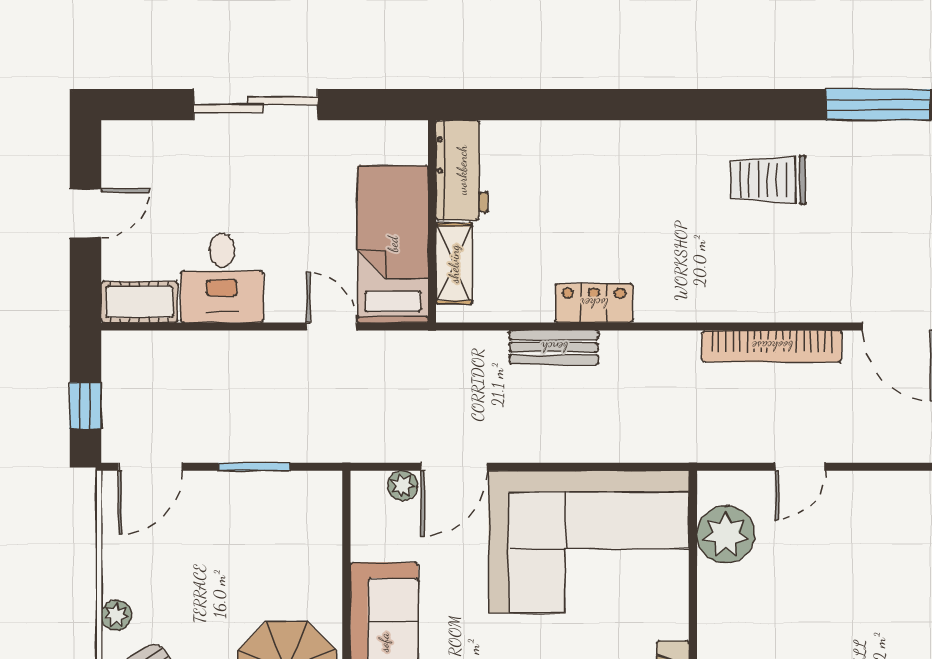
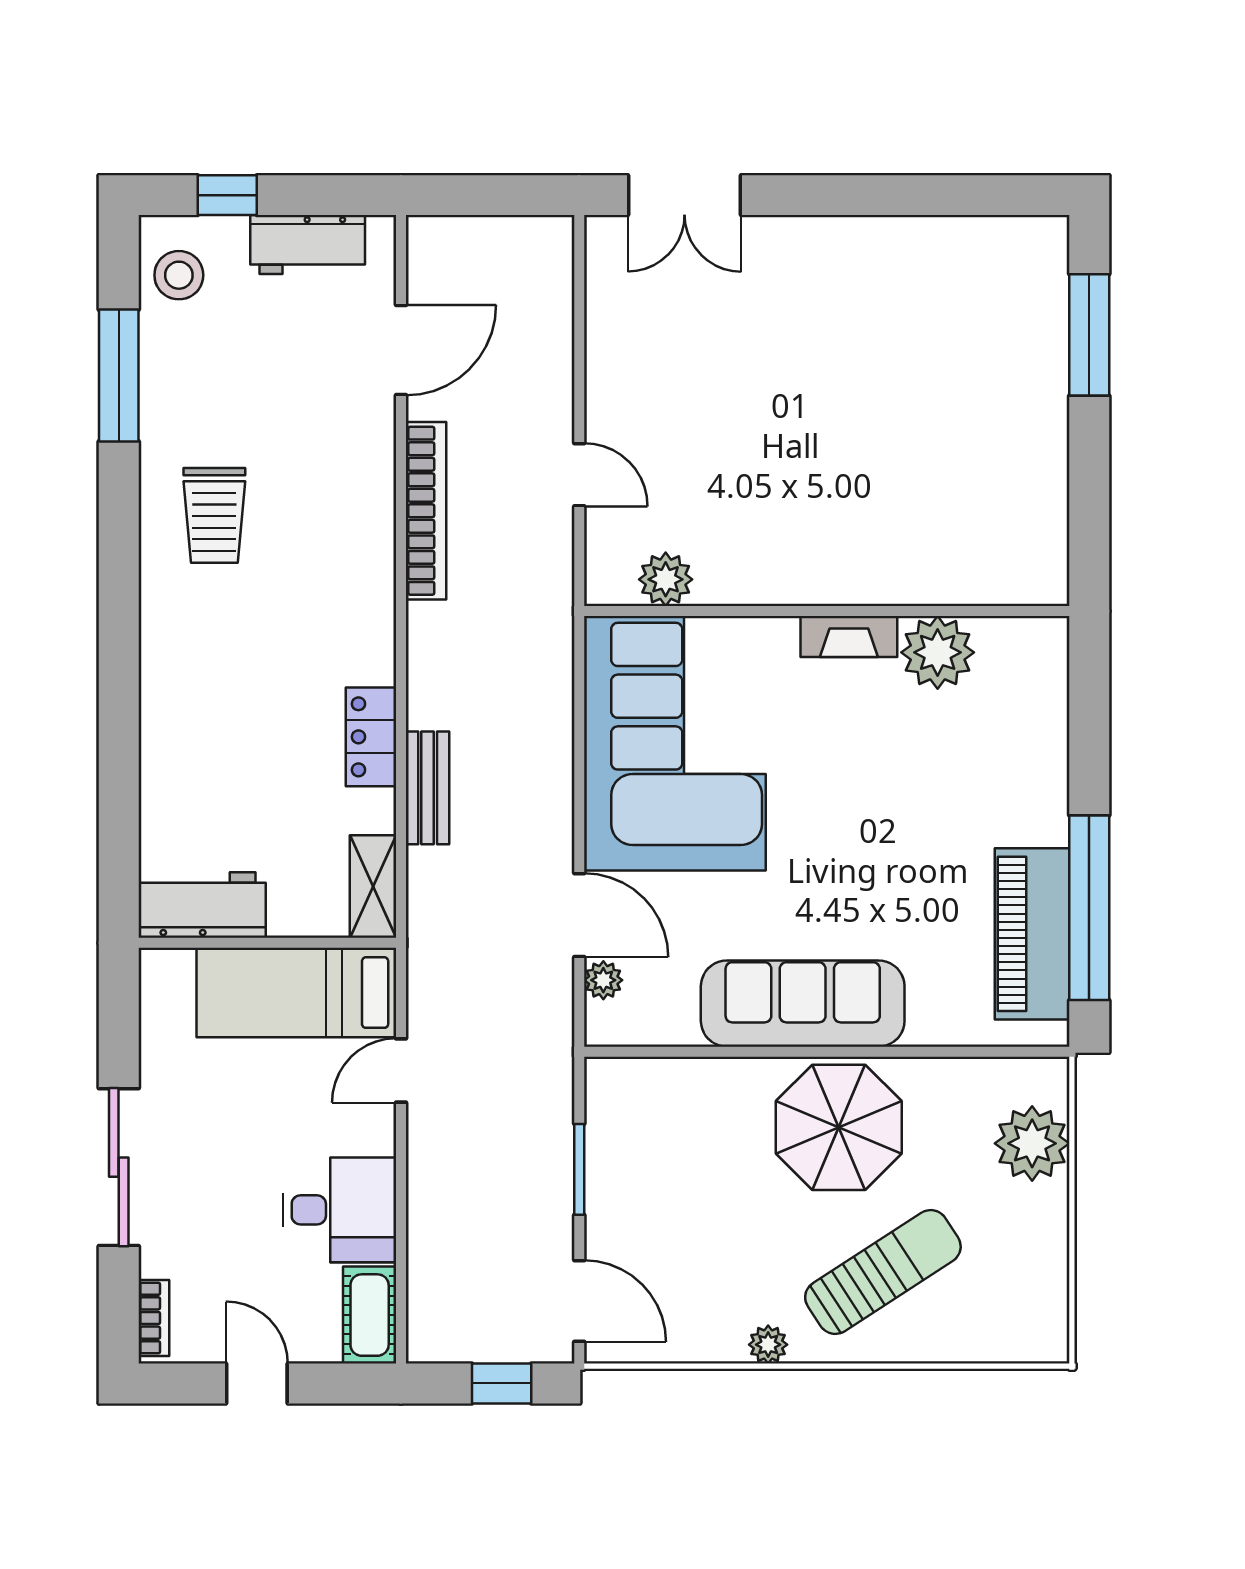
bookcase: (137, 132) -> (154, 1318), added
shelving: (454, 264) -> (373, 887), moved, turned 90
plant: (726, 535) -> (666, 579), width x0.73, depth x0.73

